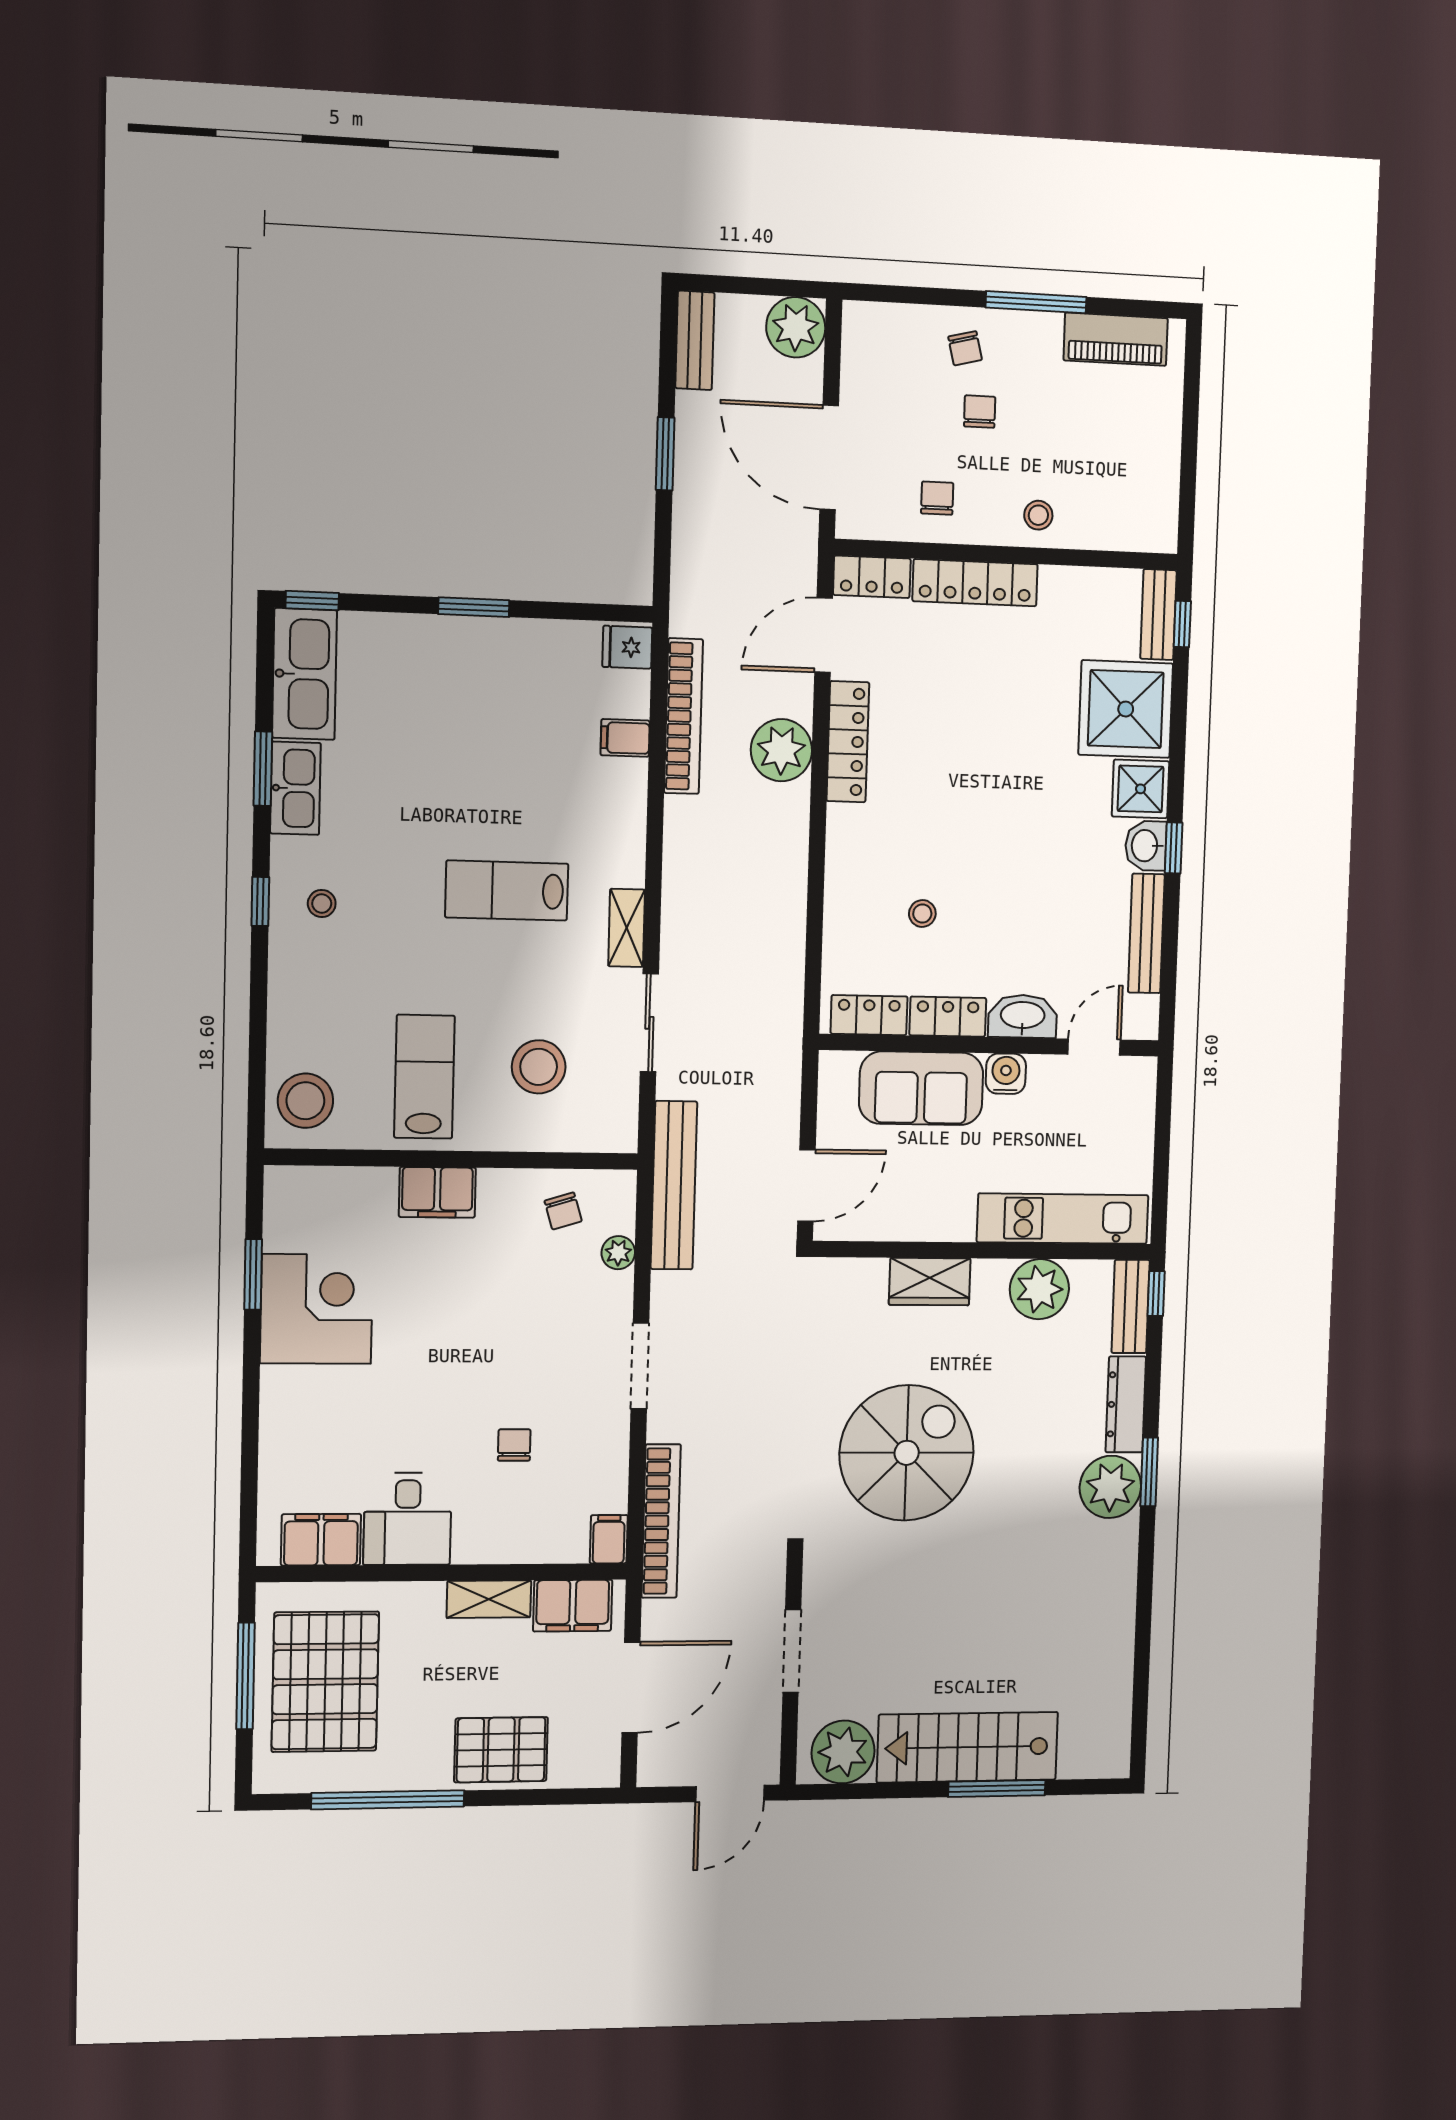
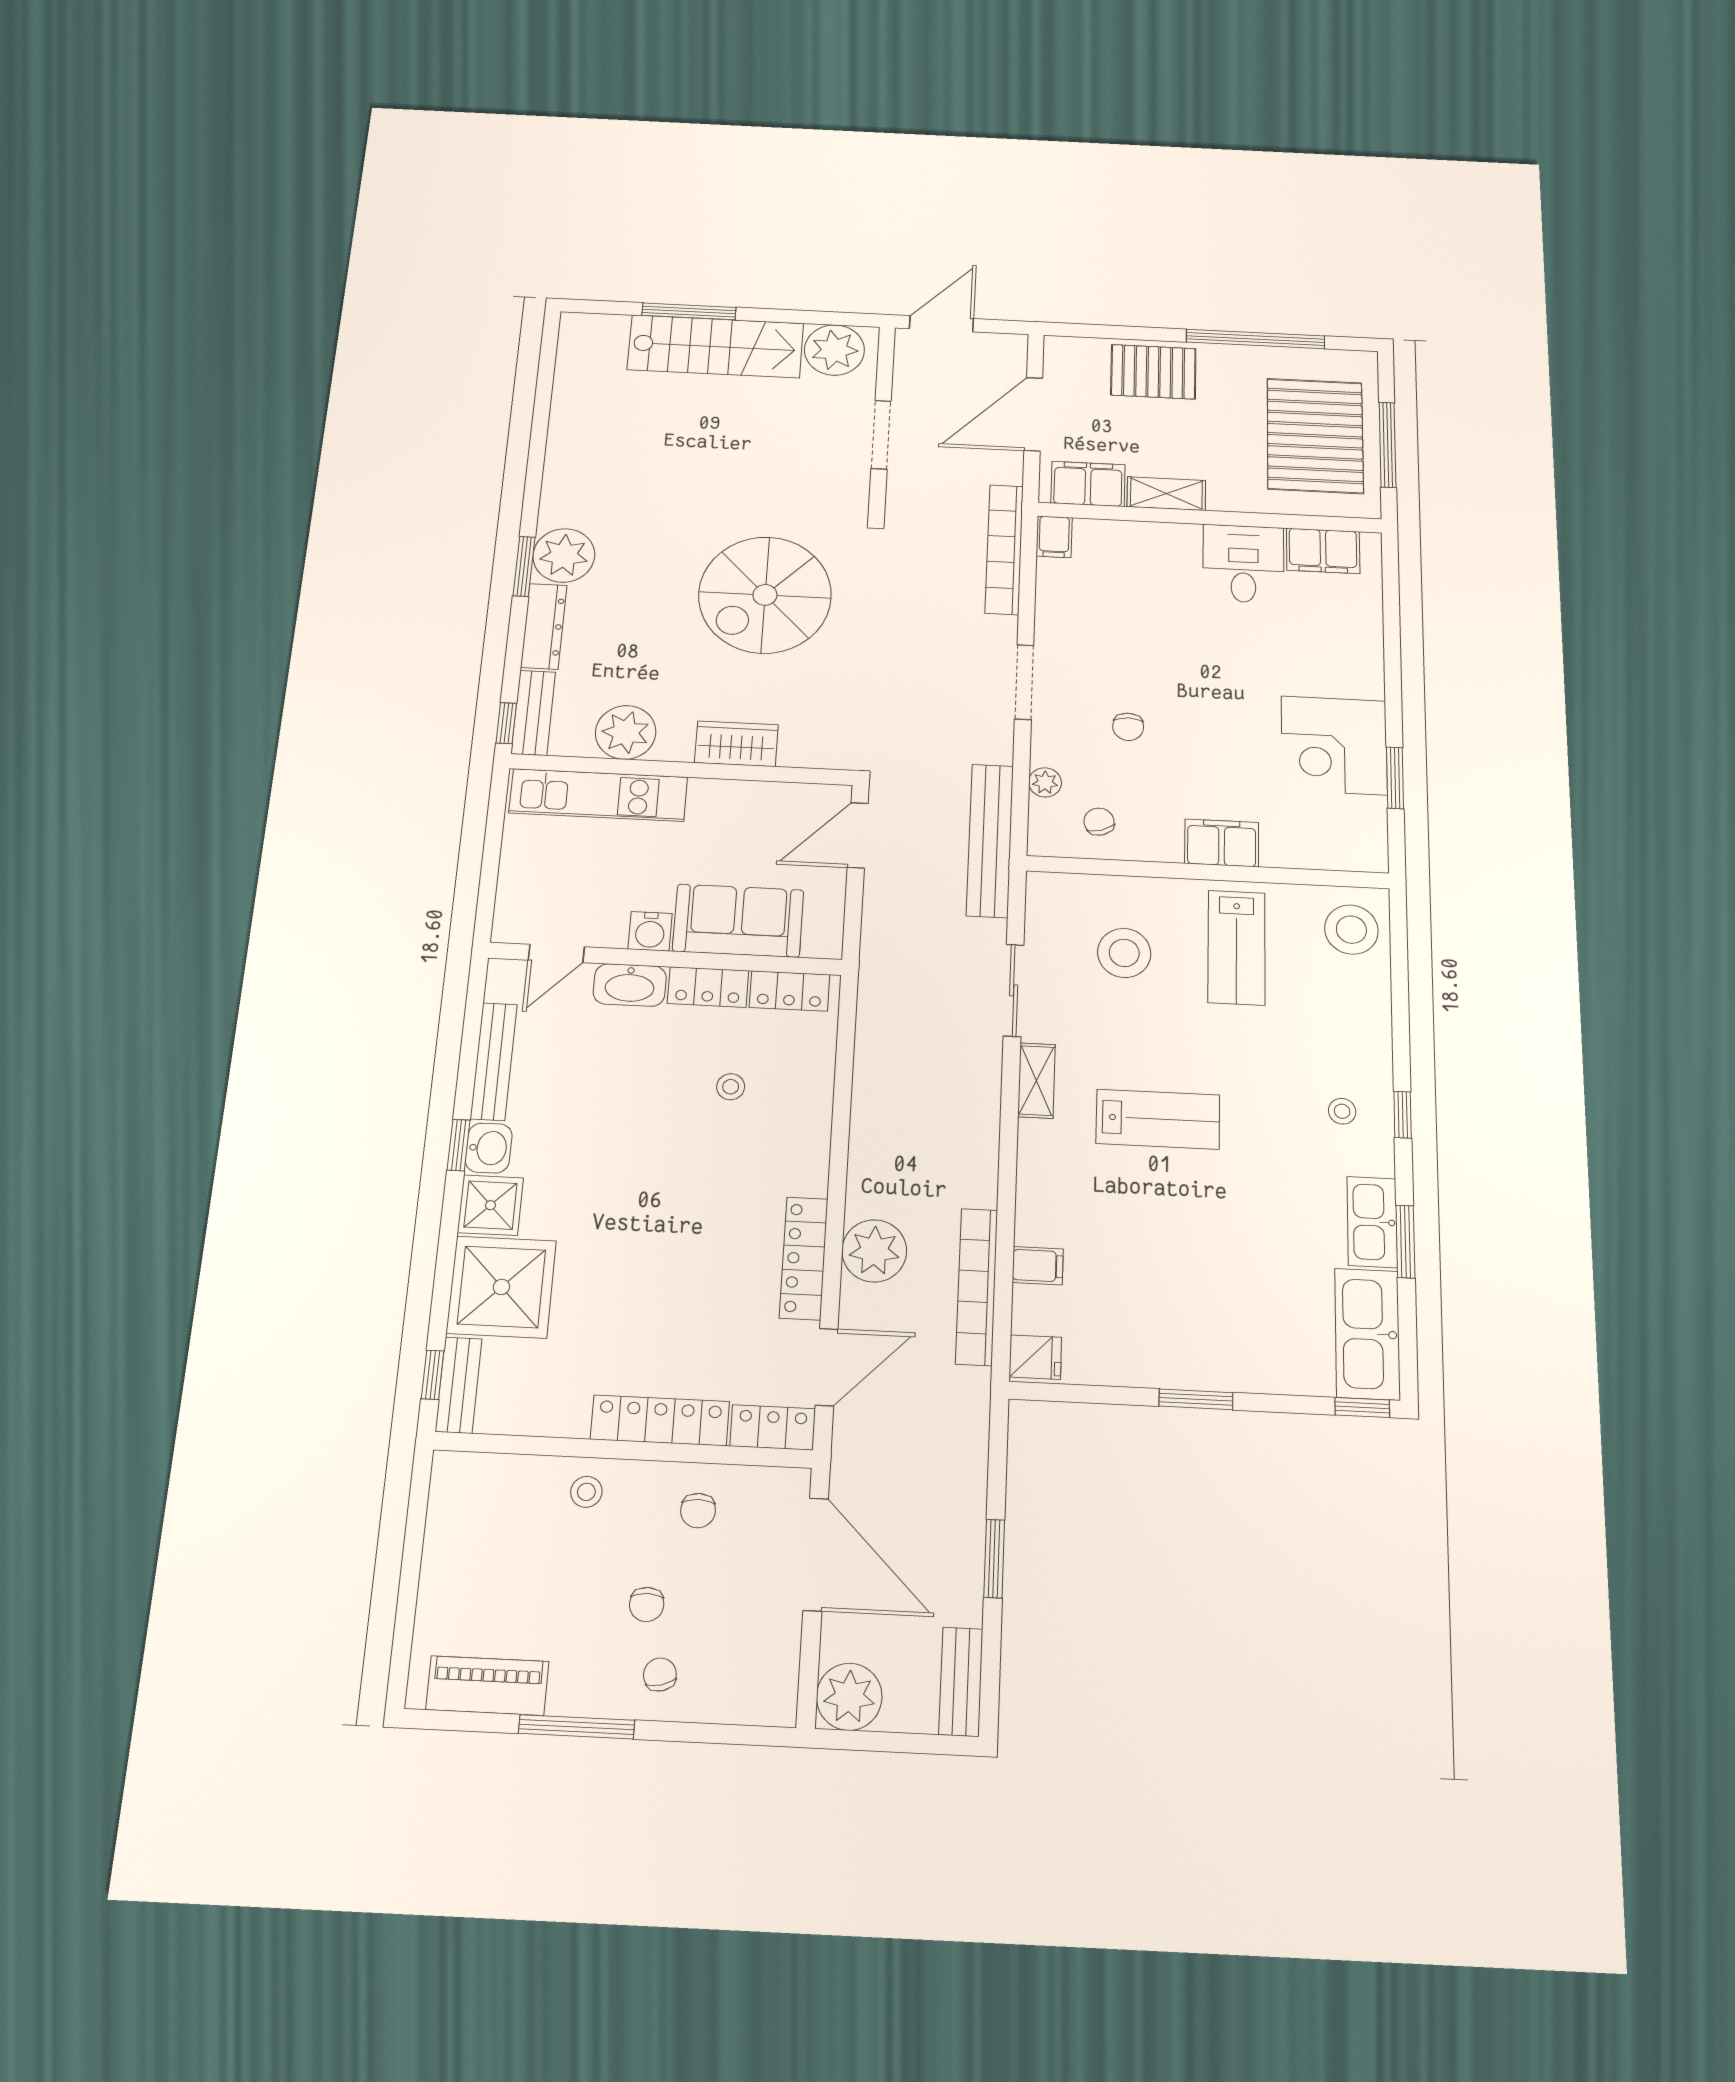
chair: (514, 1445) -> (1128, 727), moved

